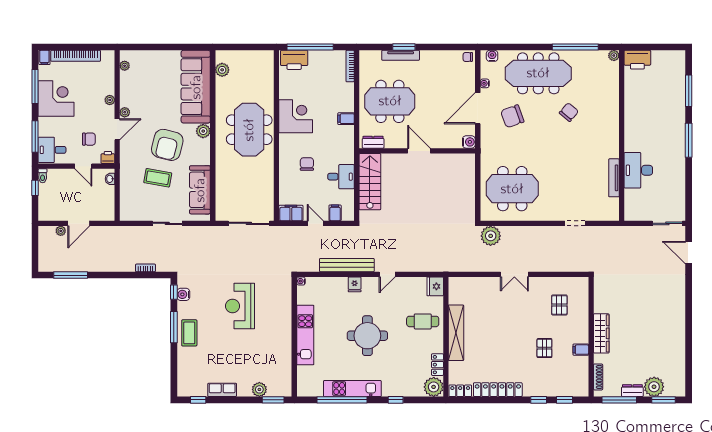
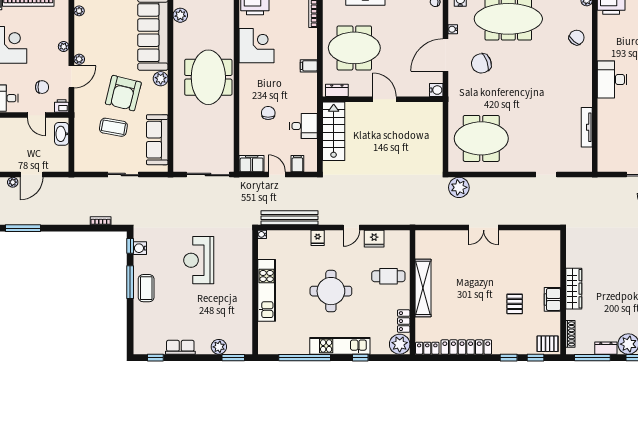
chair: (569, 112) -> (577, 38), moved
corner desk: (296, 116) -> (257, 46), moved
desk: (638, 170) -> (612, 80), moved
washbasin: (110, 179) -> (62, 134), width x1.91, depth x1.45
bench: (347, 265) -> (289, 218), moved
fridge: (435, 286) -> (374, 239), moved, turned -90
pallet: (559, 305) -> (548, 344), moved, turned 90
filing cabinet: (581, 350) -> (552, 299), width x2.00
kitchen unit: (352, 389) -> (340, 346), moved

